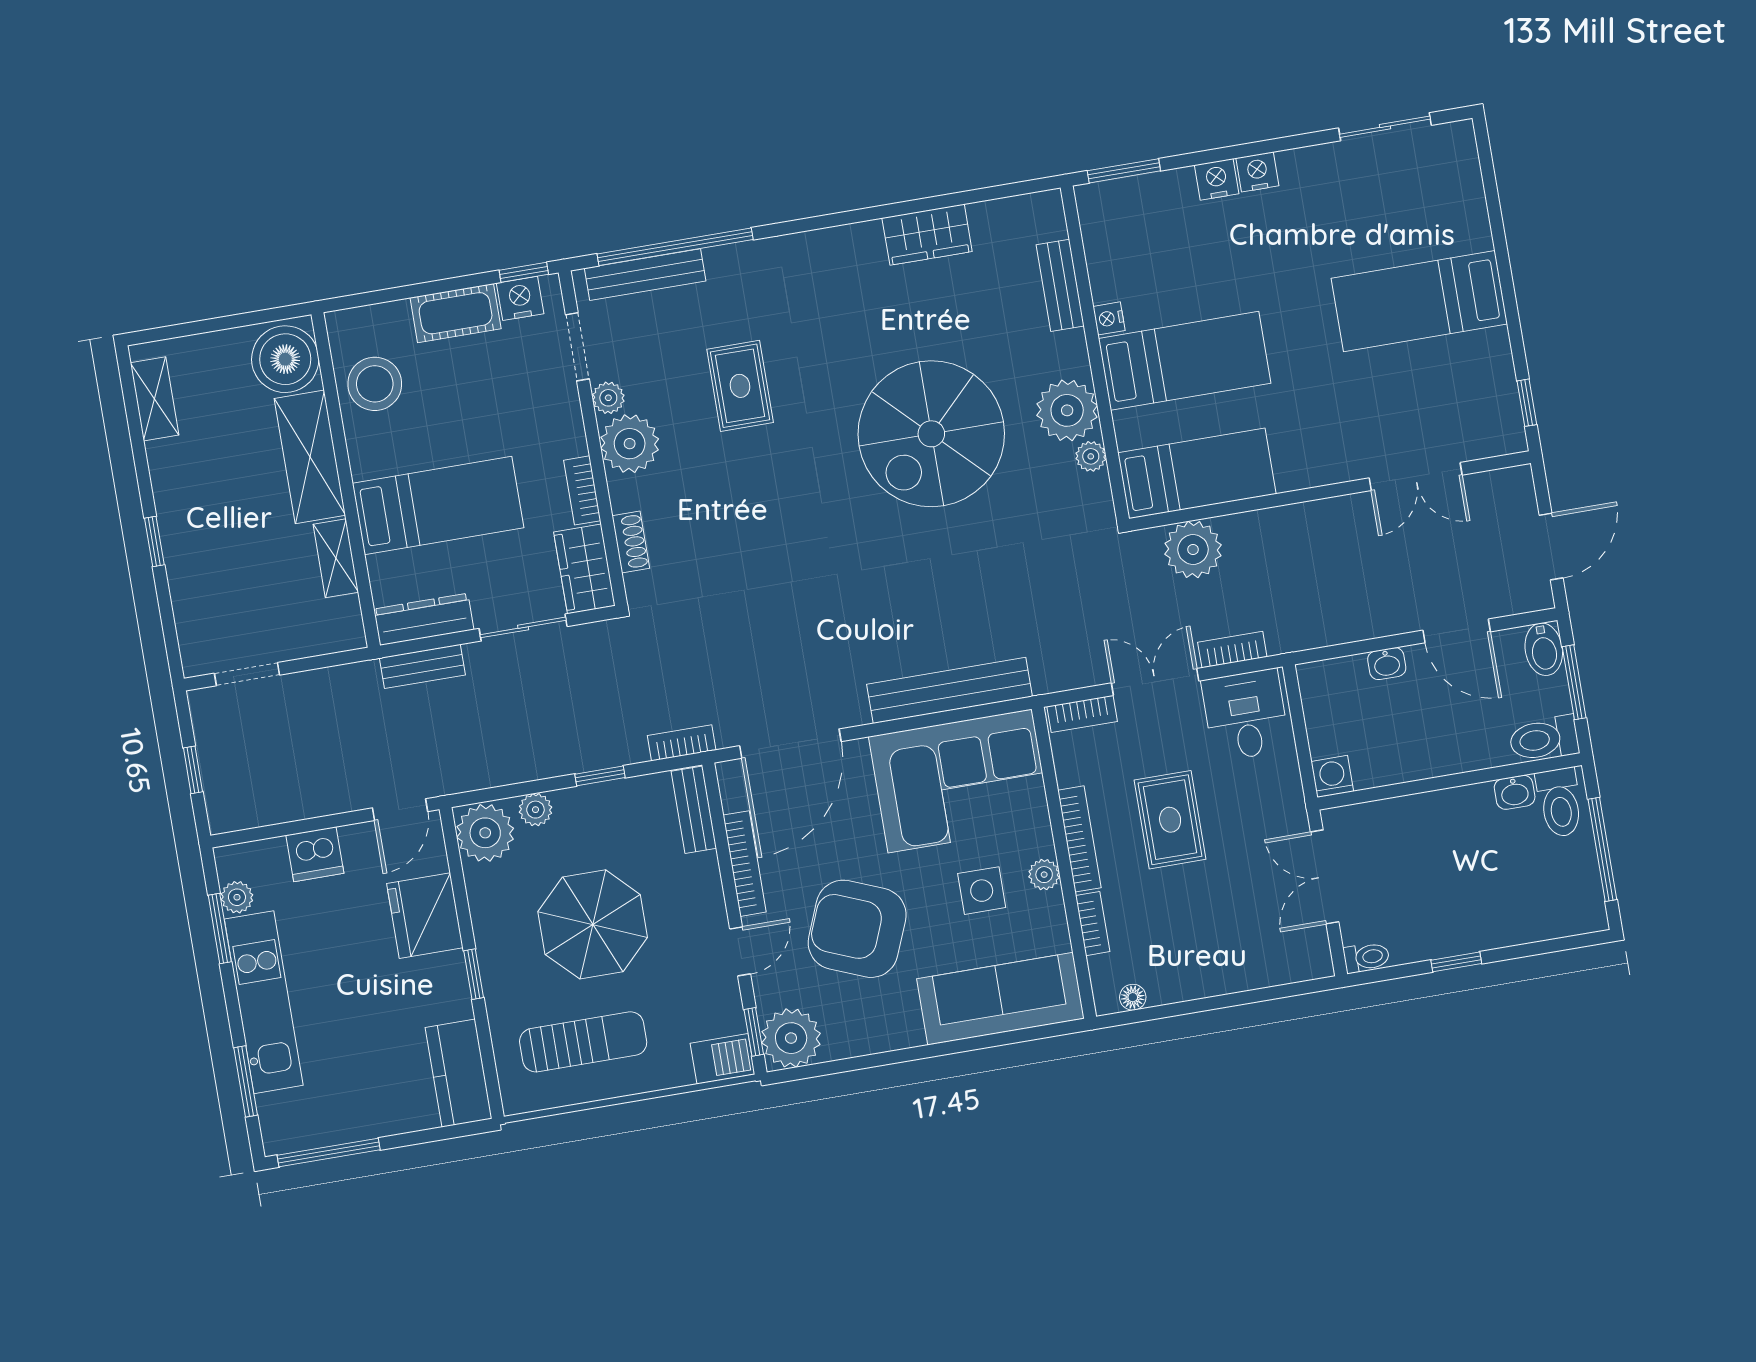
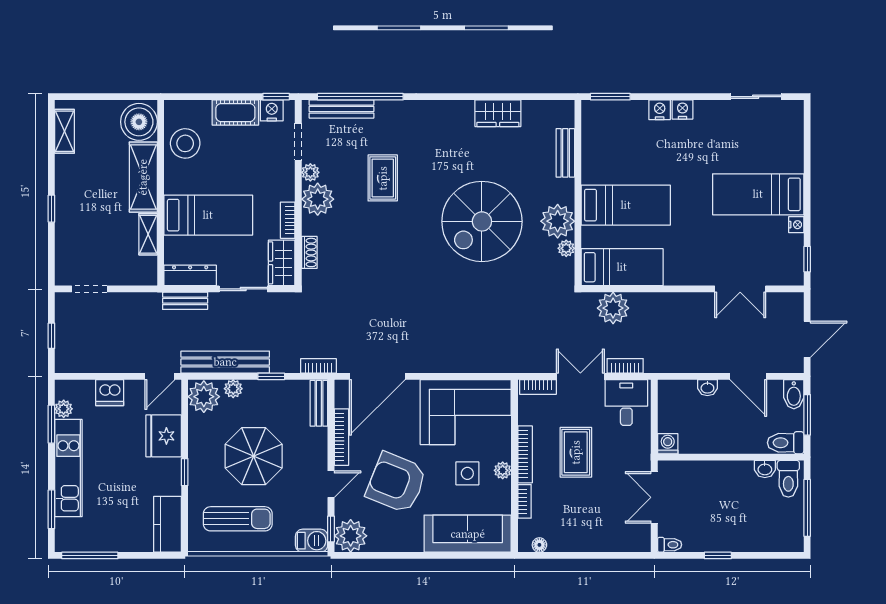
nightstand: (1109, 318) -> (796, 225), moved, turned 180
bench: (949, 690) -> (225, 362), moved

